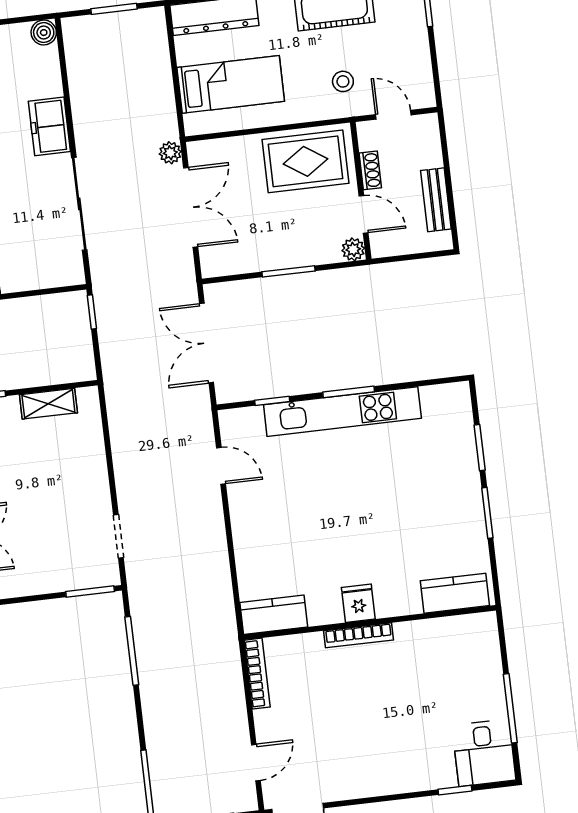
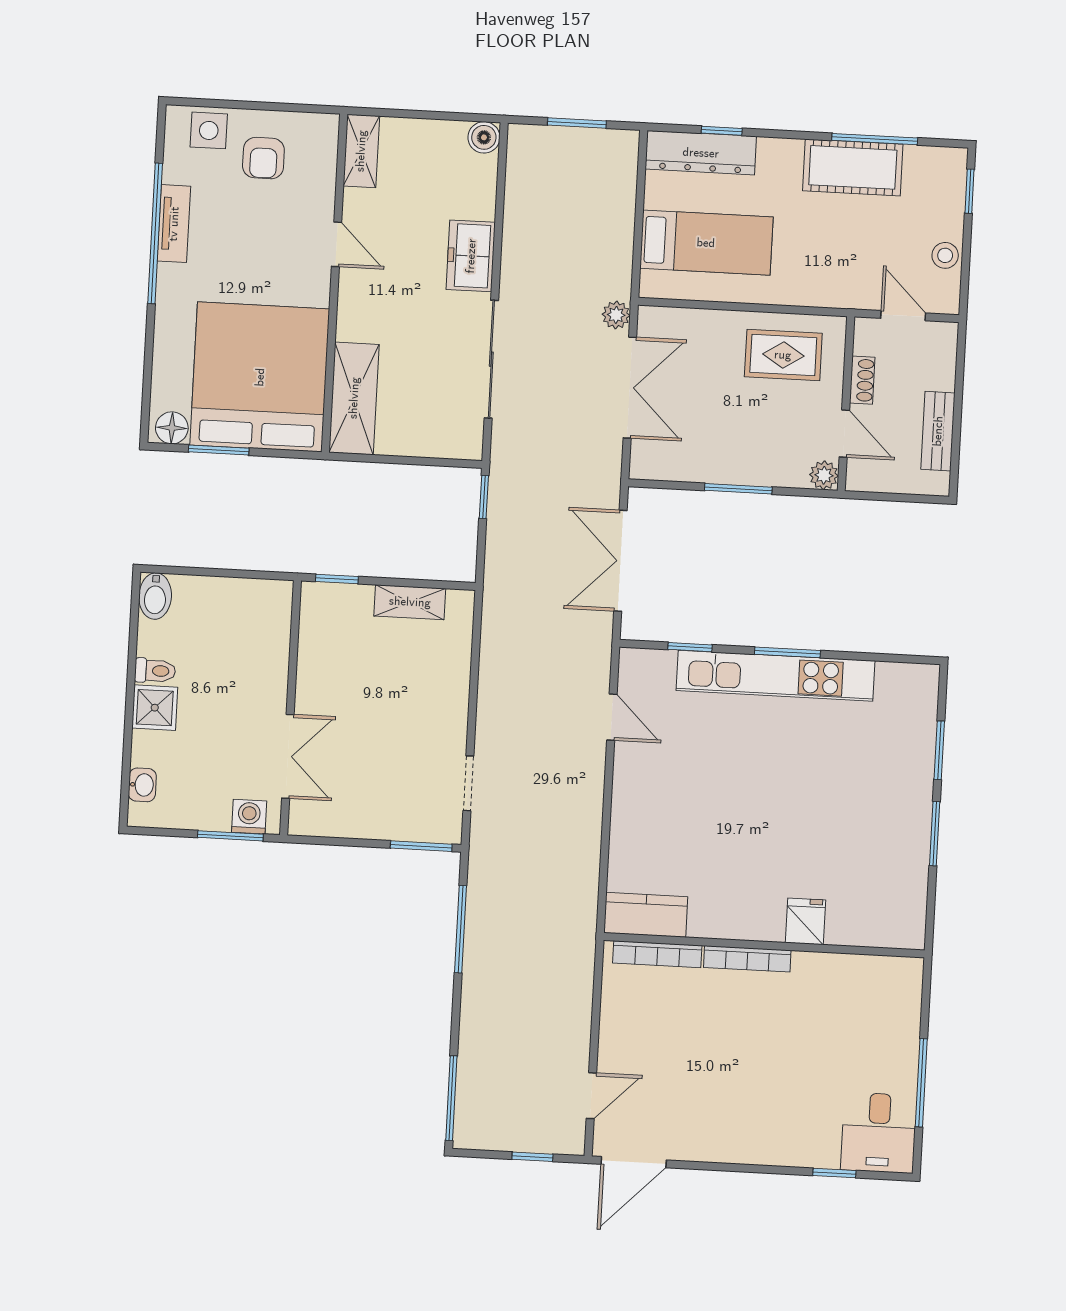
stool: (343, 81) -> (945, 255), moved
rug: (305, 161) -> (783, 355), width x0.73, depth x0.70
kitchen counter: (455, 593) -> (877, 927), removed
fridge: (358, 603) -> (805, 921), moved
bookcase: (257, 674) -> (657, 954), moved, turned 90

